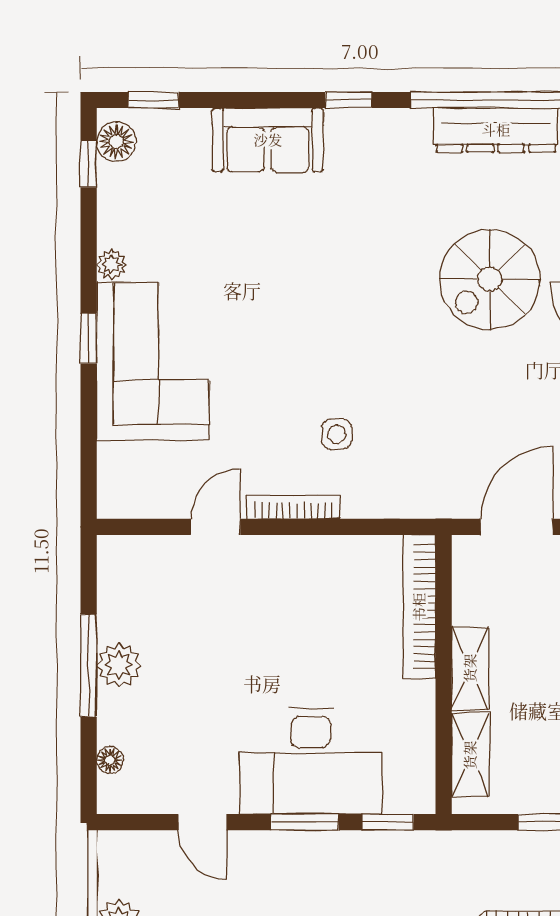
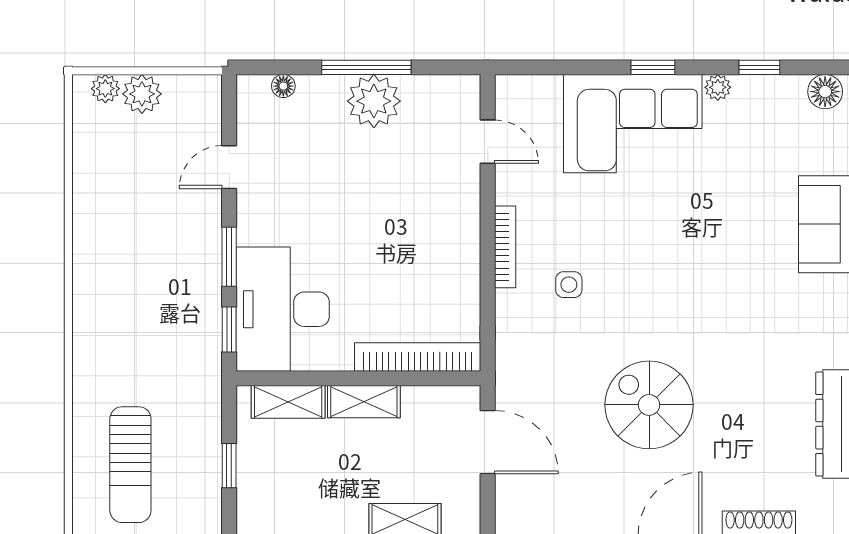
window: (89, 164) -> (759, 67), moved
spiral stairs: (490, 279) -> (649, 405), moved
door: (216, 527) -> (488, 142), moved
plant: (119, 665) -> (374, 101), width x1.36, depth x1.36
desk: (311, 761) -> (283, 309), moved

